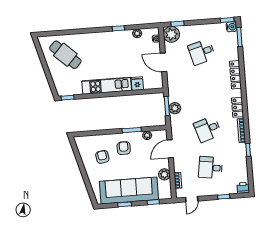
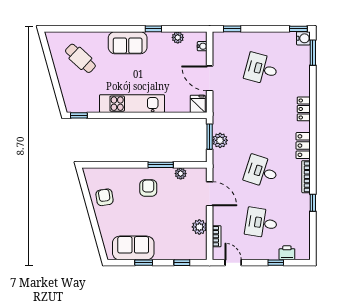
plant: (171, 34) -> (223, 42), removed
sofa: (100, 40) -> (128, 43), added
desk: (202, 52) -> (261, 69), turned 30
cafe table: (65, 55) -> (80, 58), width x0.73, depth x0.74
locker: (235, 75) -> (304, 109), width x0.66
fridge: (137, 84) -> (198, 104), moved
desk: (208, 129) -> (261, 171), turned 36
door: (170, 149) -> (210, 194), swing flipped
armchair: (102, 157) -> (104, 197), moved
printer: (243, 188) -> (287, 253), moved
sofa: (129, 190) -> (133, 248), width x0.54, depth x0.79
door: (192, 199) -> (233, 263), swing flipped

